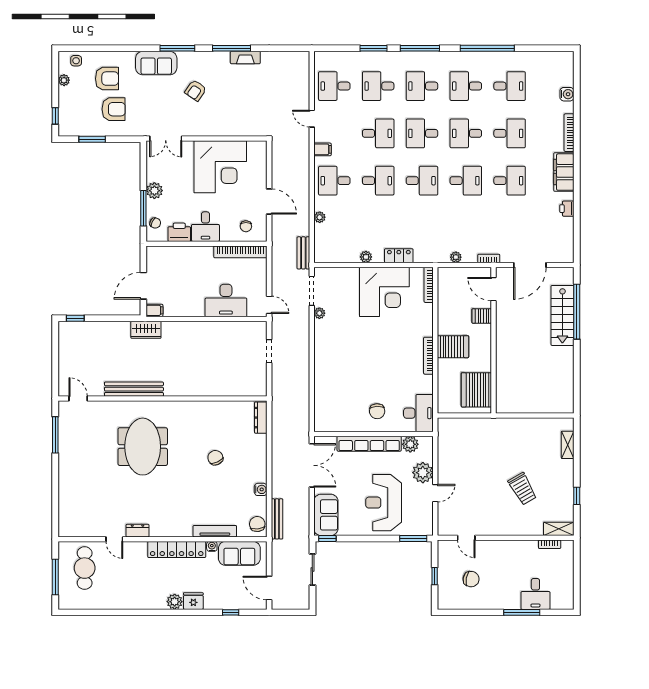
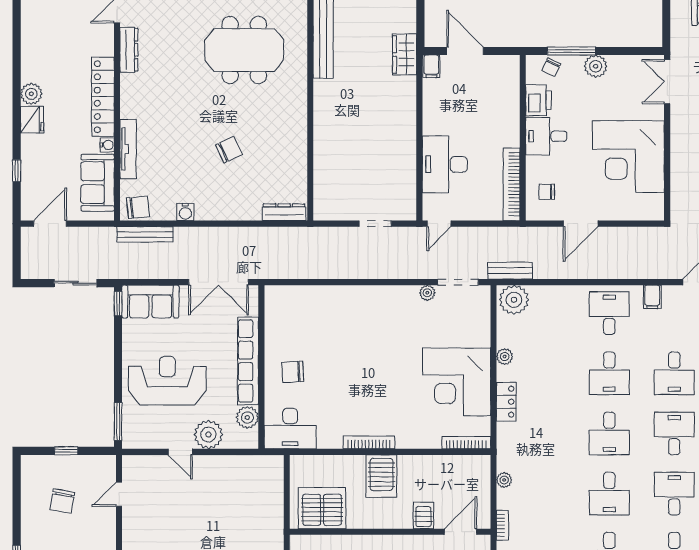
plant: (320, 217) -> (514, 300), moved, width x1.88, depth x1.88
dresser: (138, 531) -> (129, 50), width x1.44

